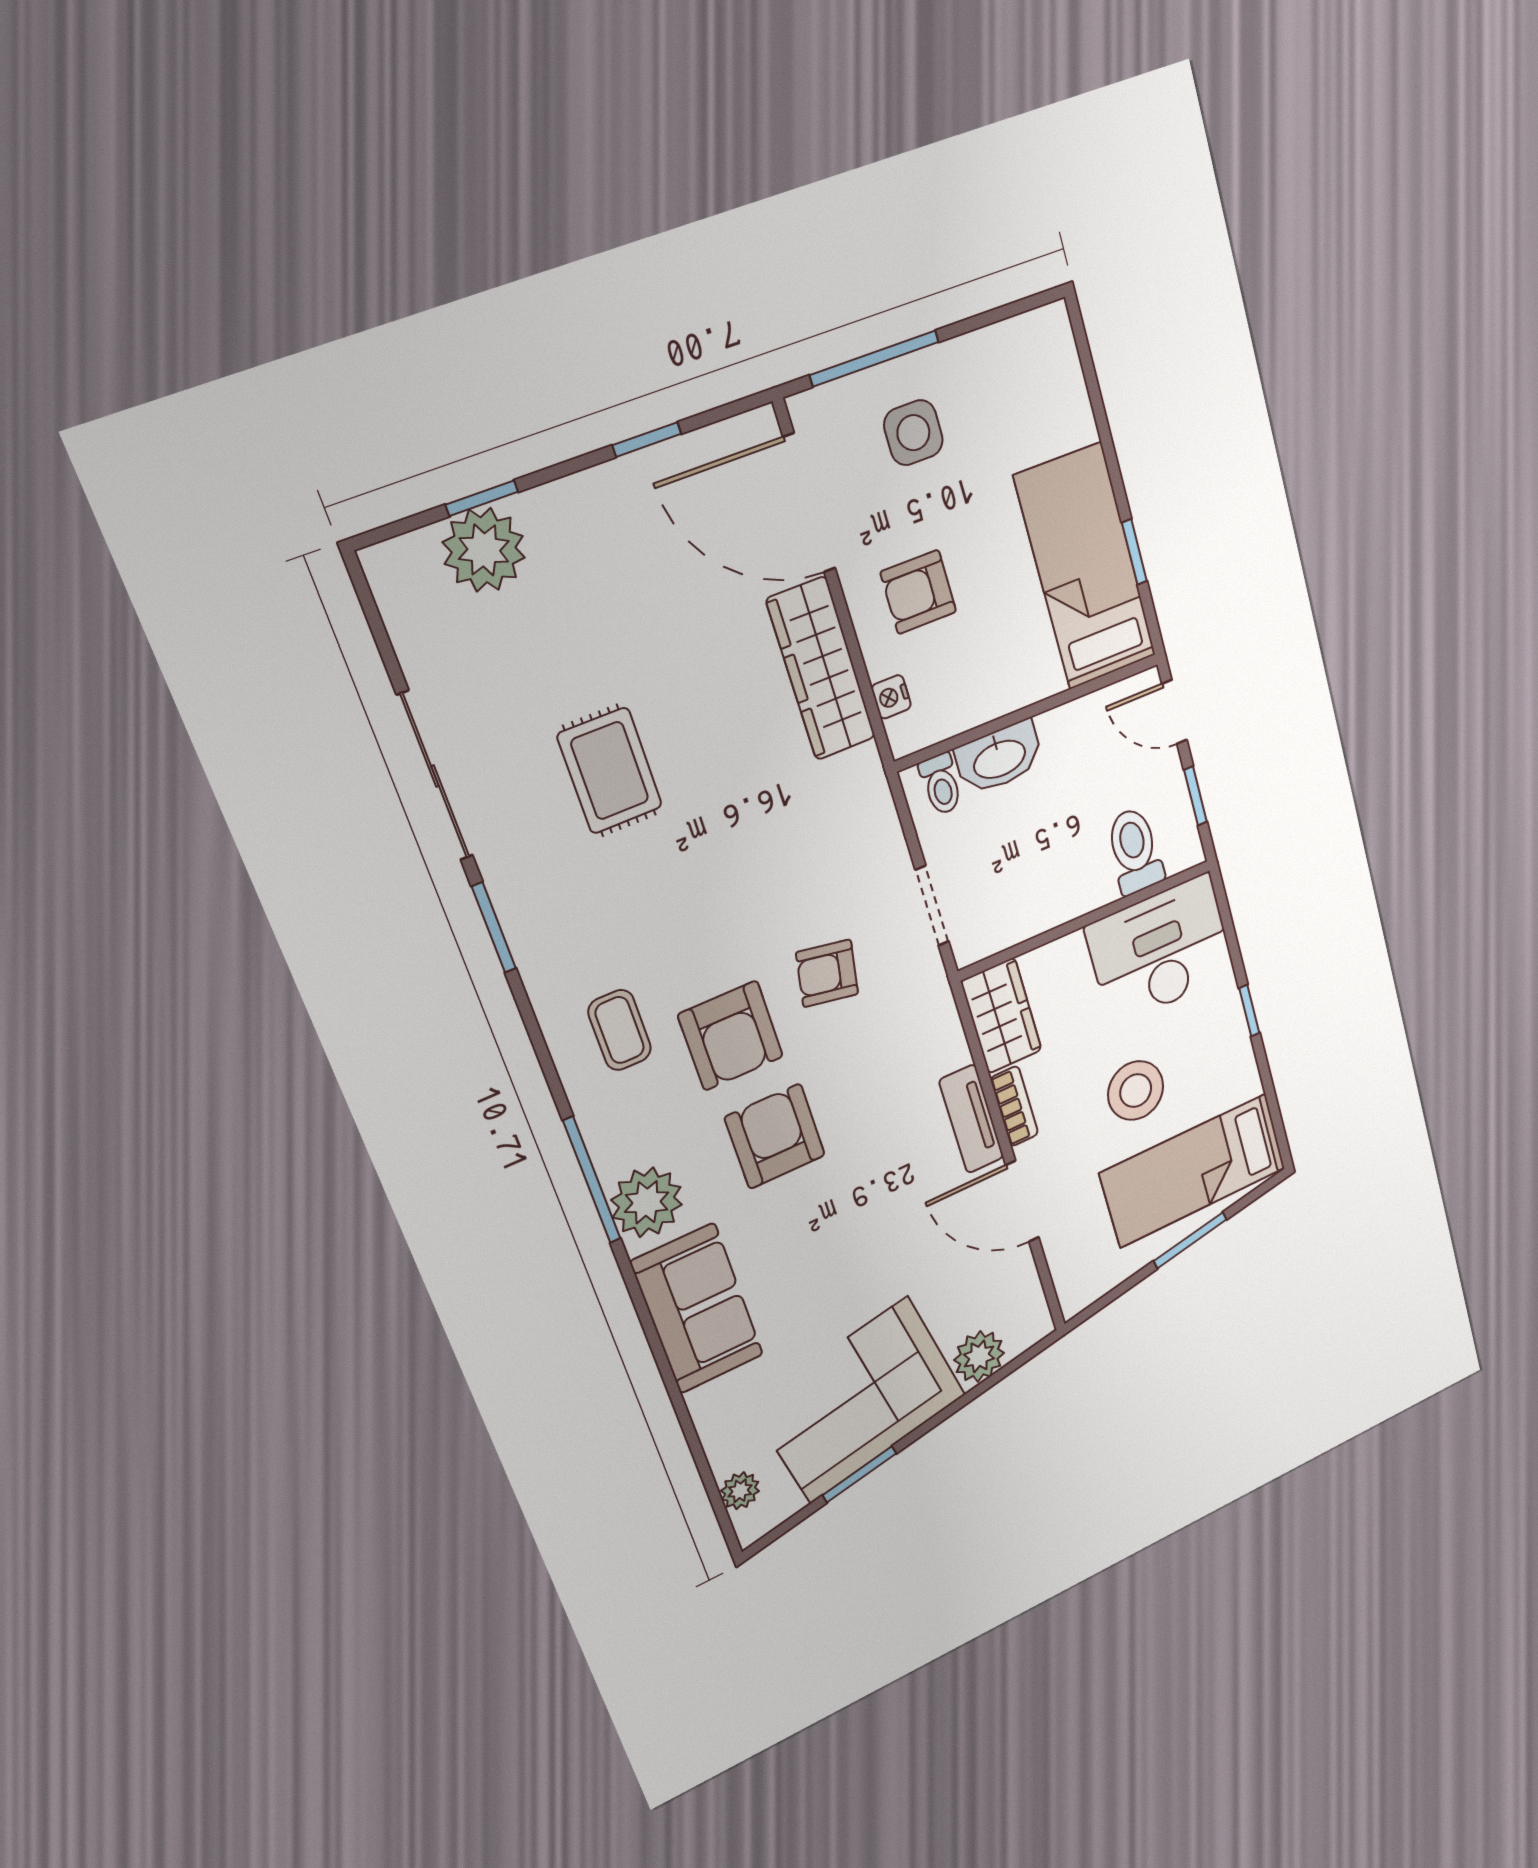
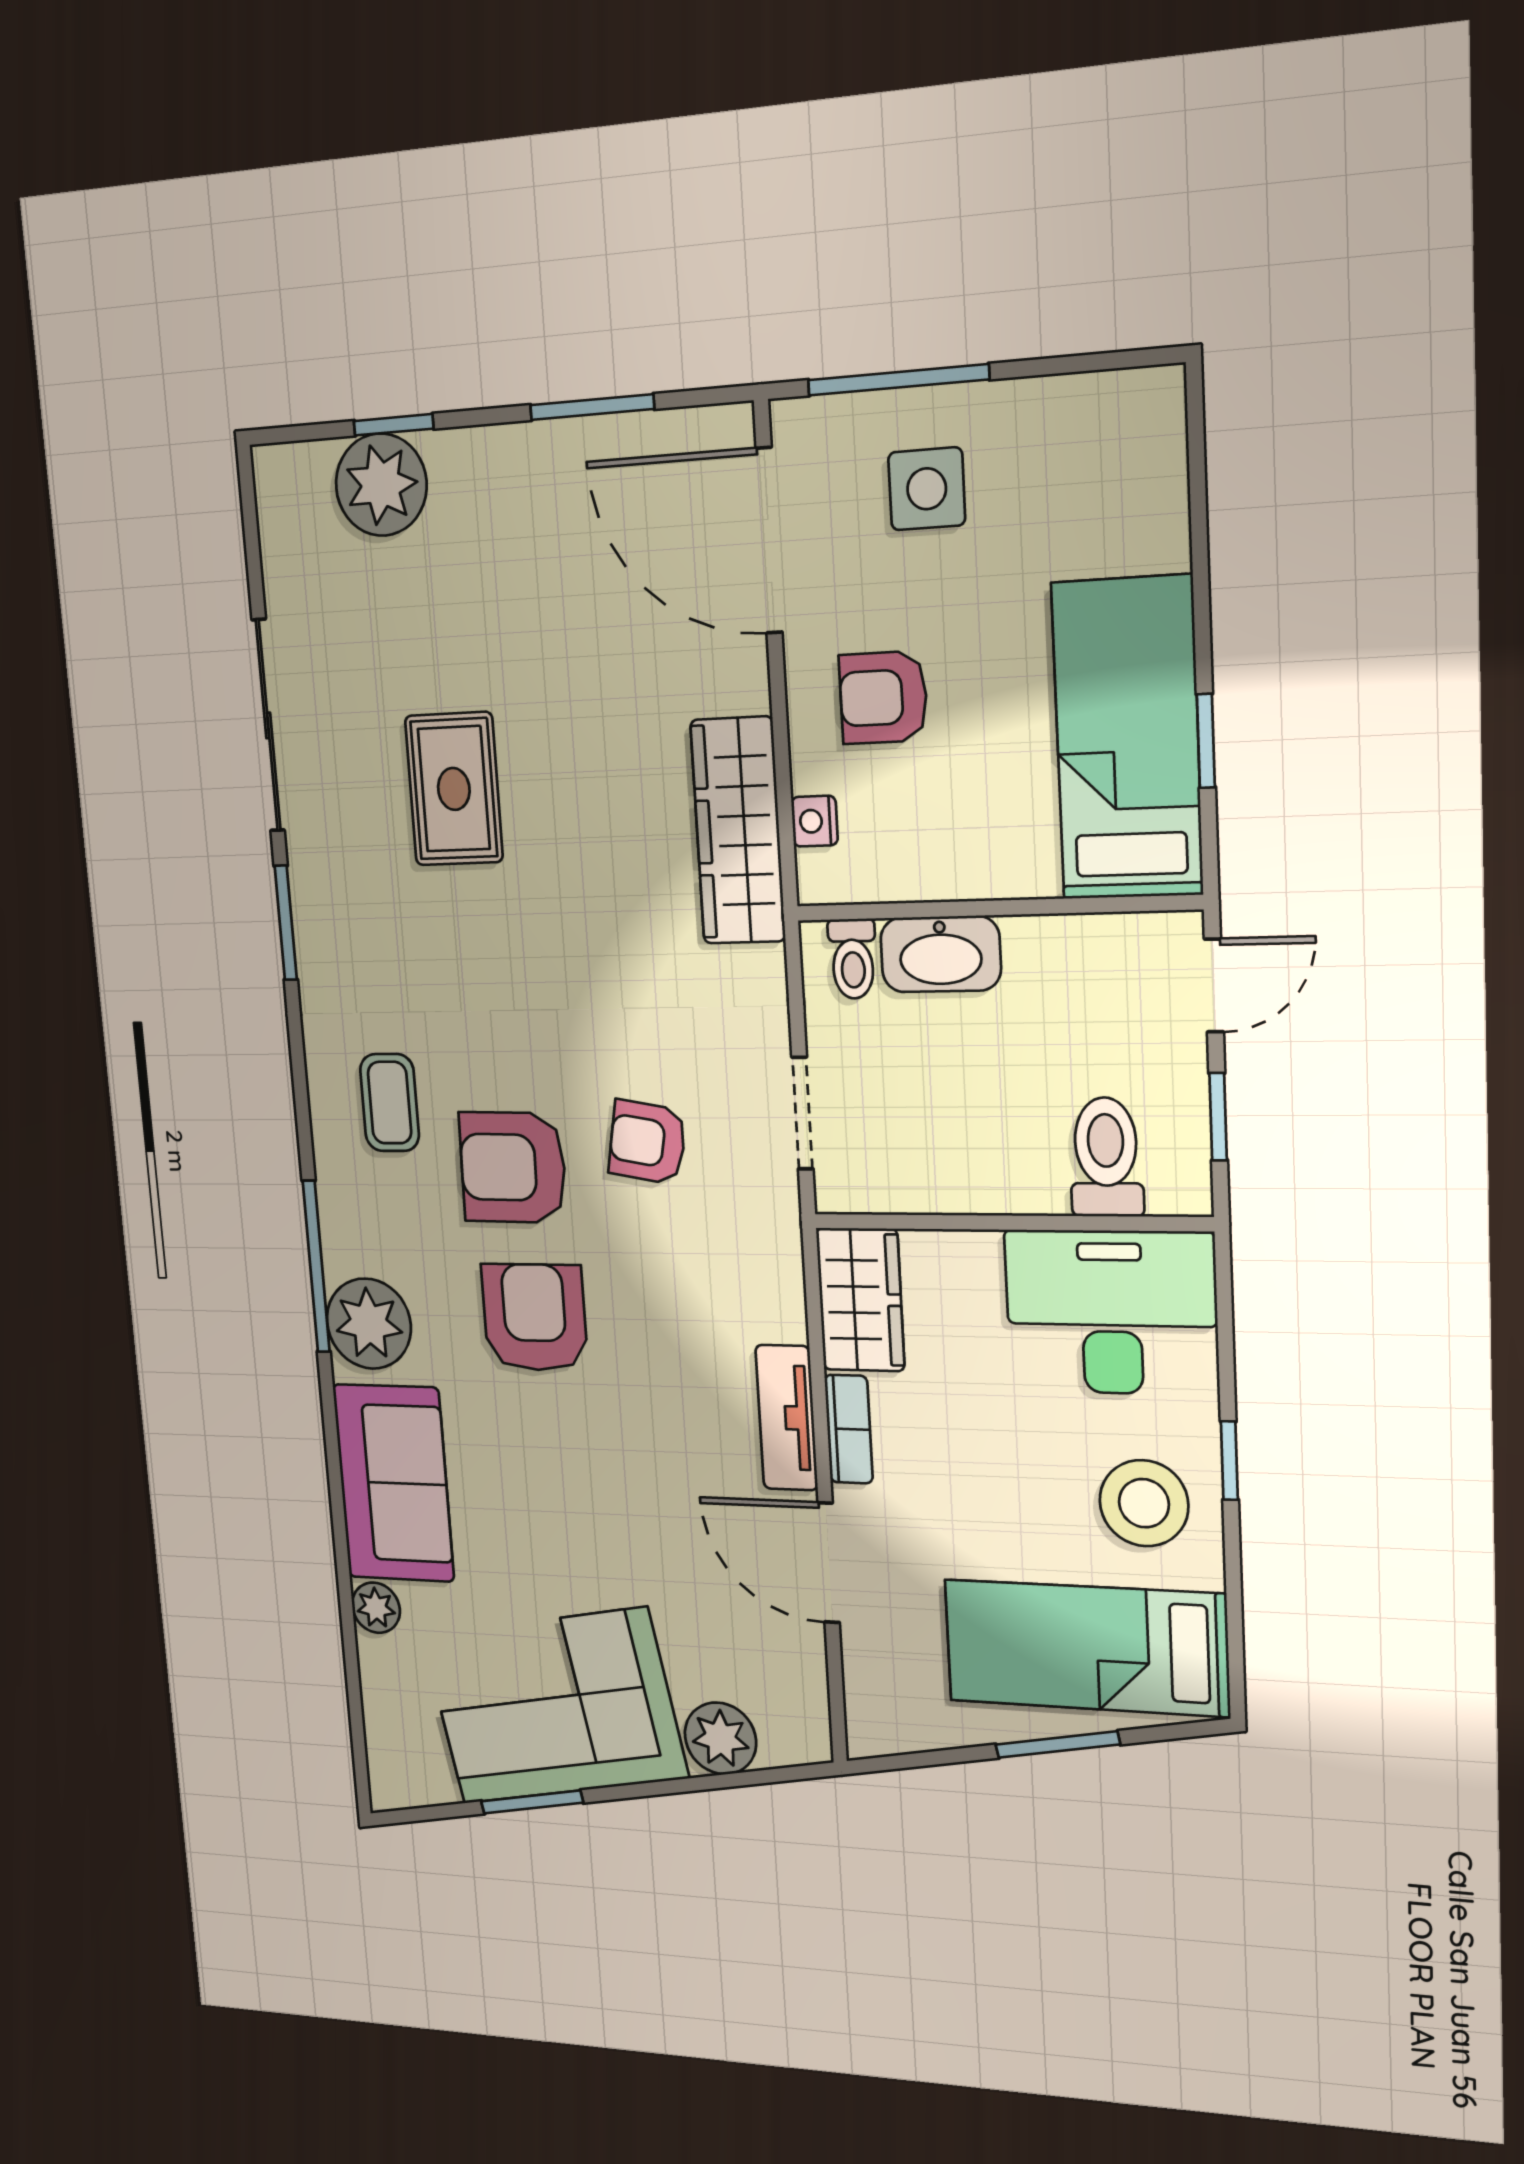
window: (647, 439) -> (592, 407), width x1.50
wardrobe: (821, 669) -> (738, 831), moved
door: (1174, 712) -> (1214, 986), swing flipped
armchair: (731, 1036) -> (513, 1167), turned 91
stool: (1136, 1091) -> (1144, 1503), moved
plant: (740, 1491) -> (376, 1608), moved

